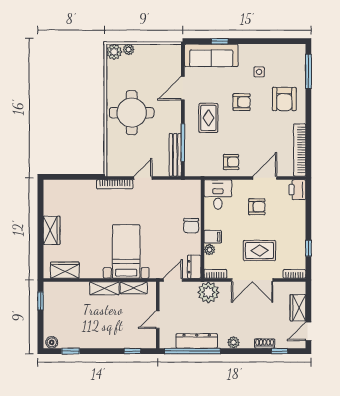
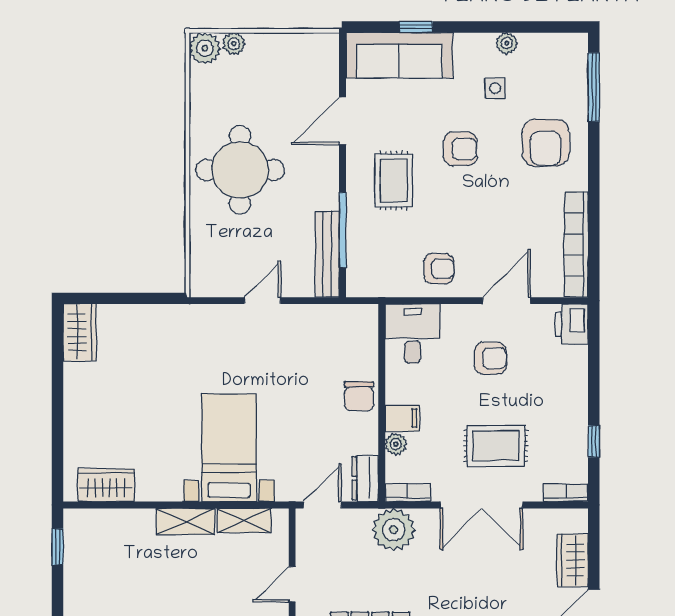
plant: (265, 49) -> (507, 43), added
bookcase: (115, 184) -> (206, 313), removed
wardrobe: (52, 230) -> (80, 332), moved

